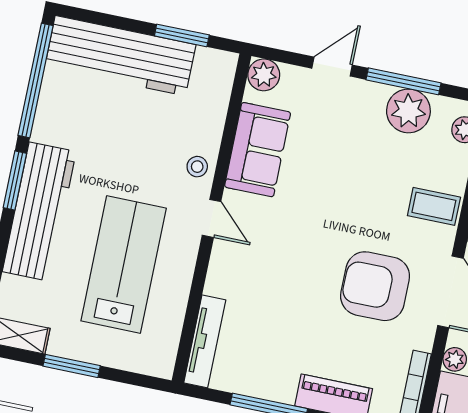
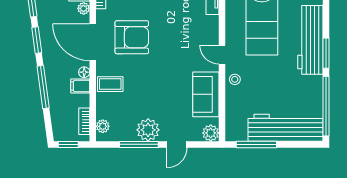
window: (182, 35) -> (256, 144), width x1.44
plant: (408, 111) -> (148, 130), moved

